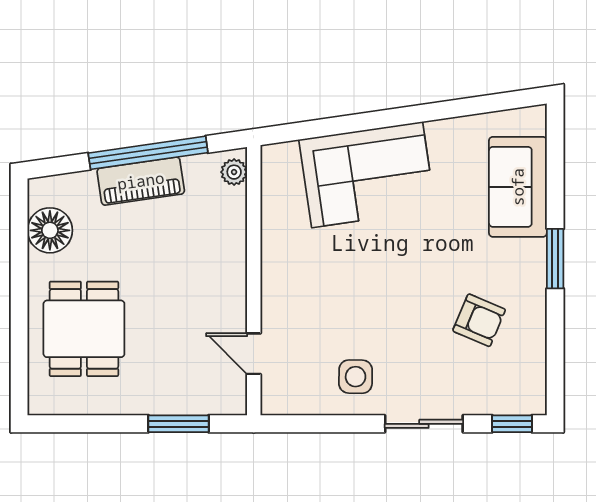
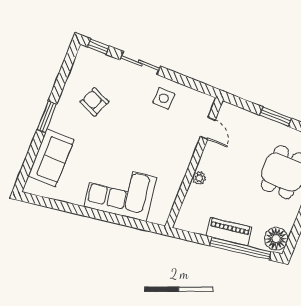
window: (148, 153) -> (240, 248), moved
plant: (234, 172) -> (199, 178), moved
floor lamp: (50, 230) -> (276, 239), moved
window: (179, 424) -> (276, 117), moved

